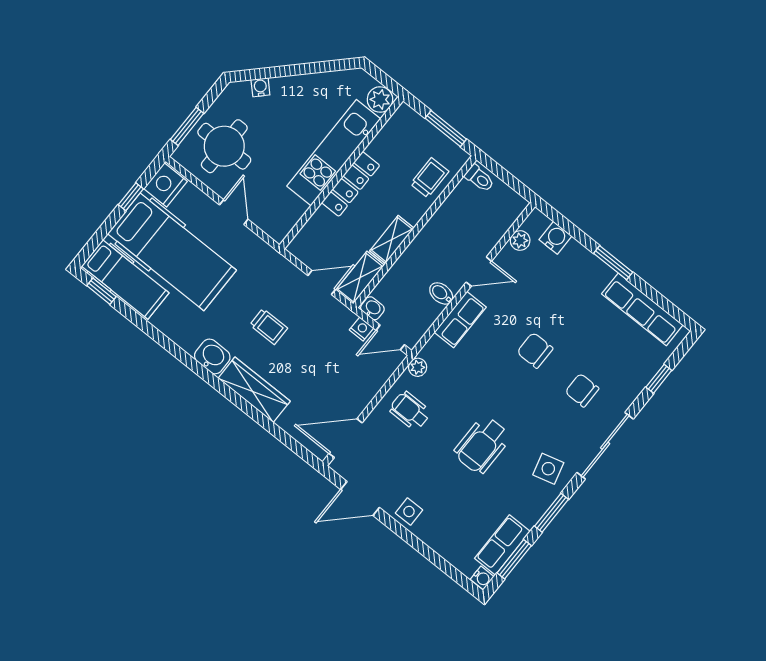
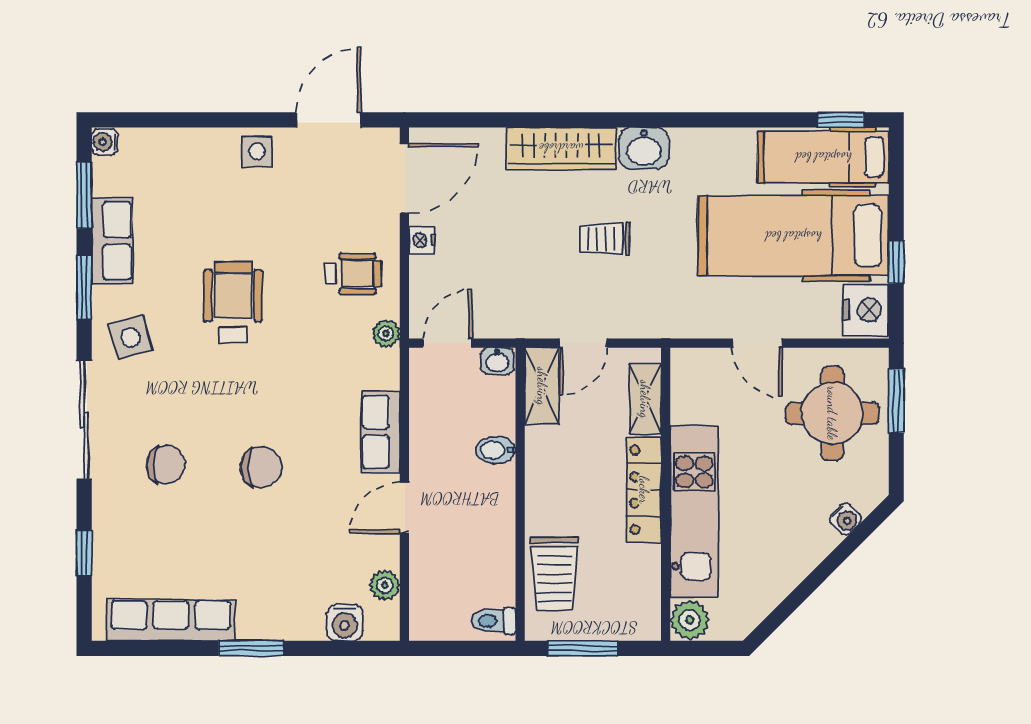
trolley: (430, 178) -> (555, 574), width x1.36, depth x1.39
shelving: (392, 240) -> (645, 399), moved
bidet: (441, 293) -> (496, 450), moved, turned 180
nightstand: (362, 329) -> (422, 240), moved, turned 90
row of seats: (502, 545) -> (112, 241), moved

